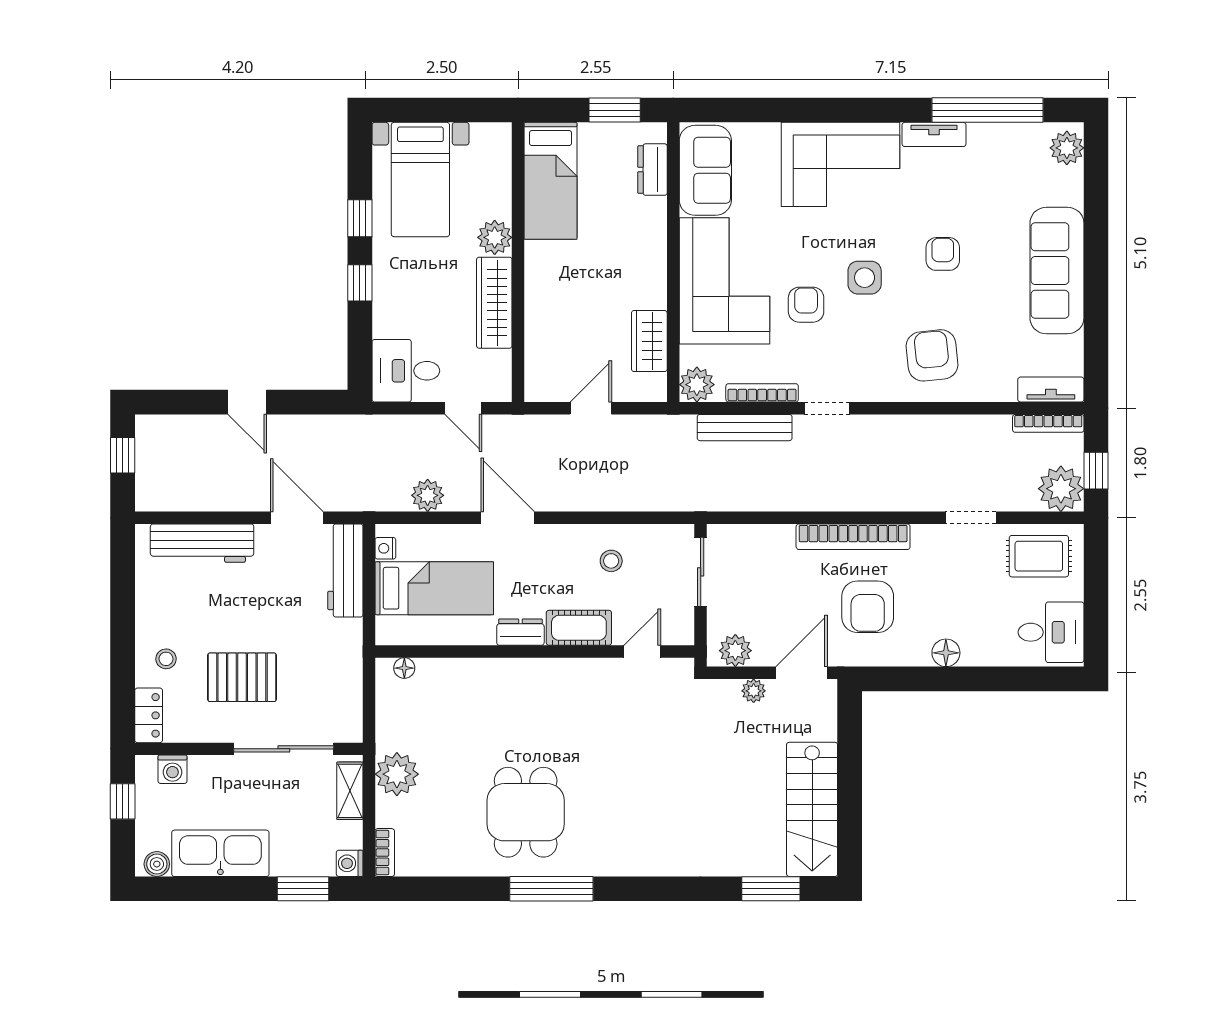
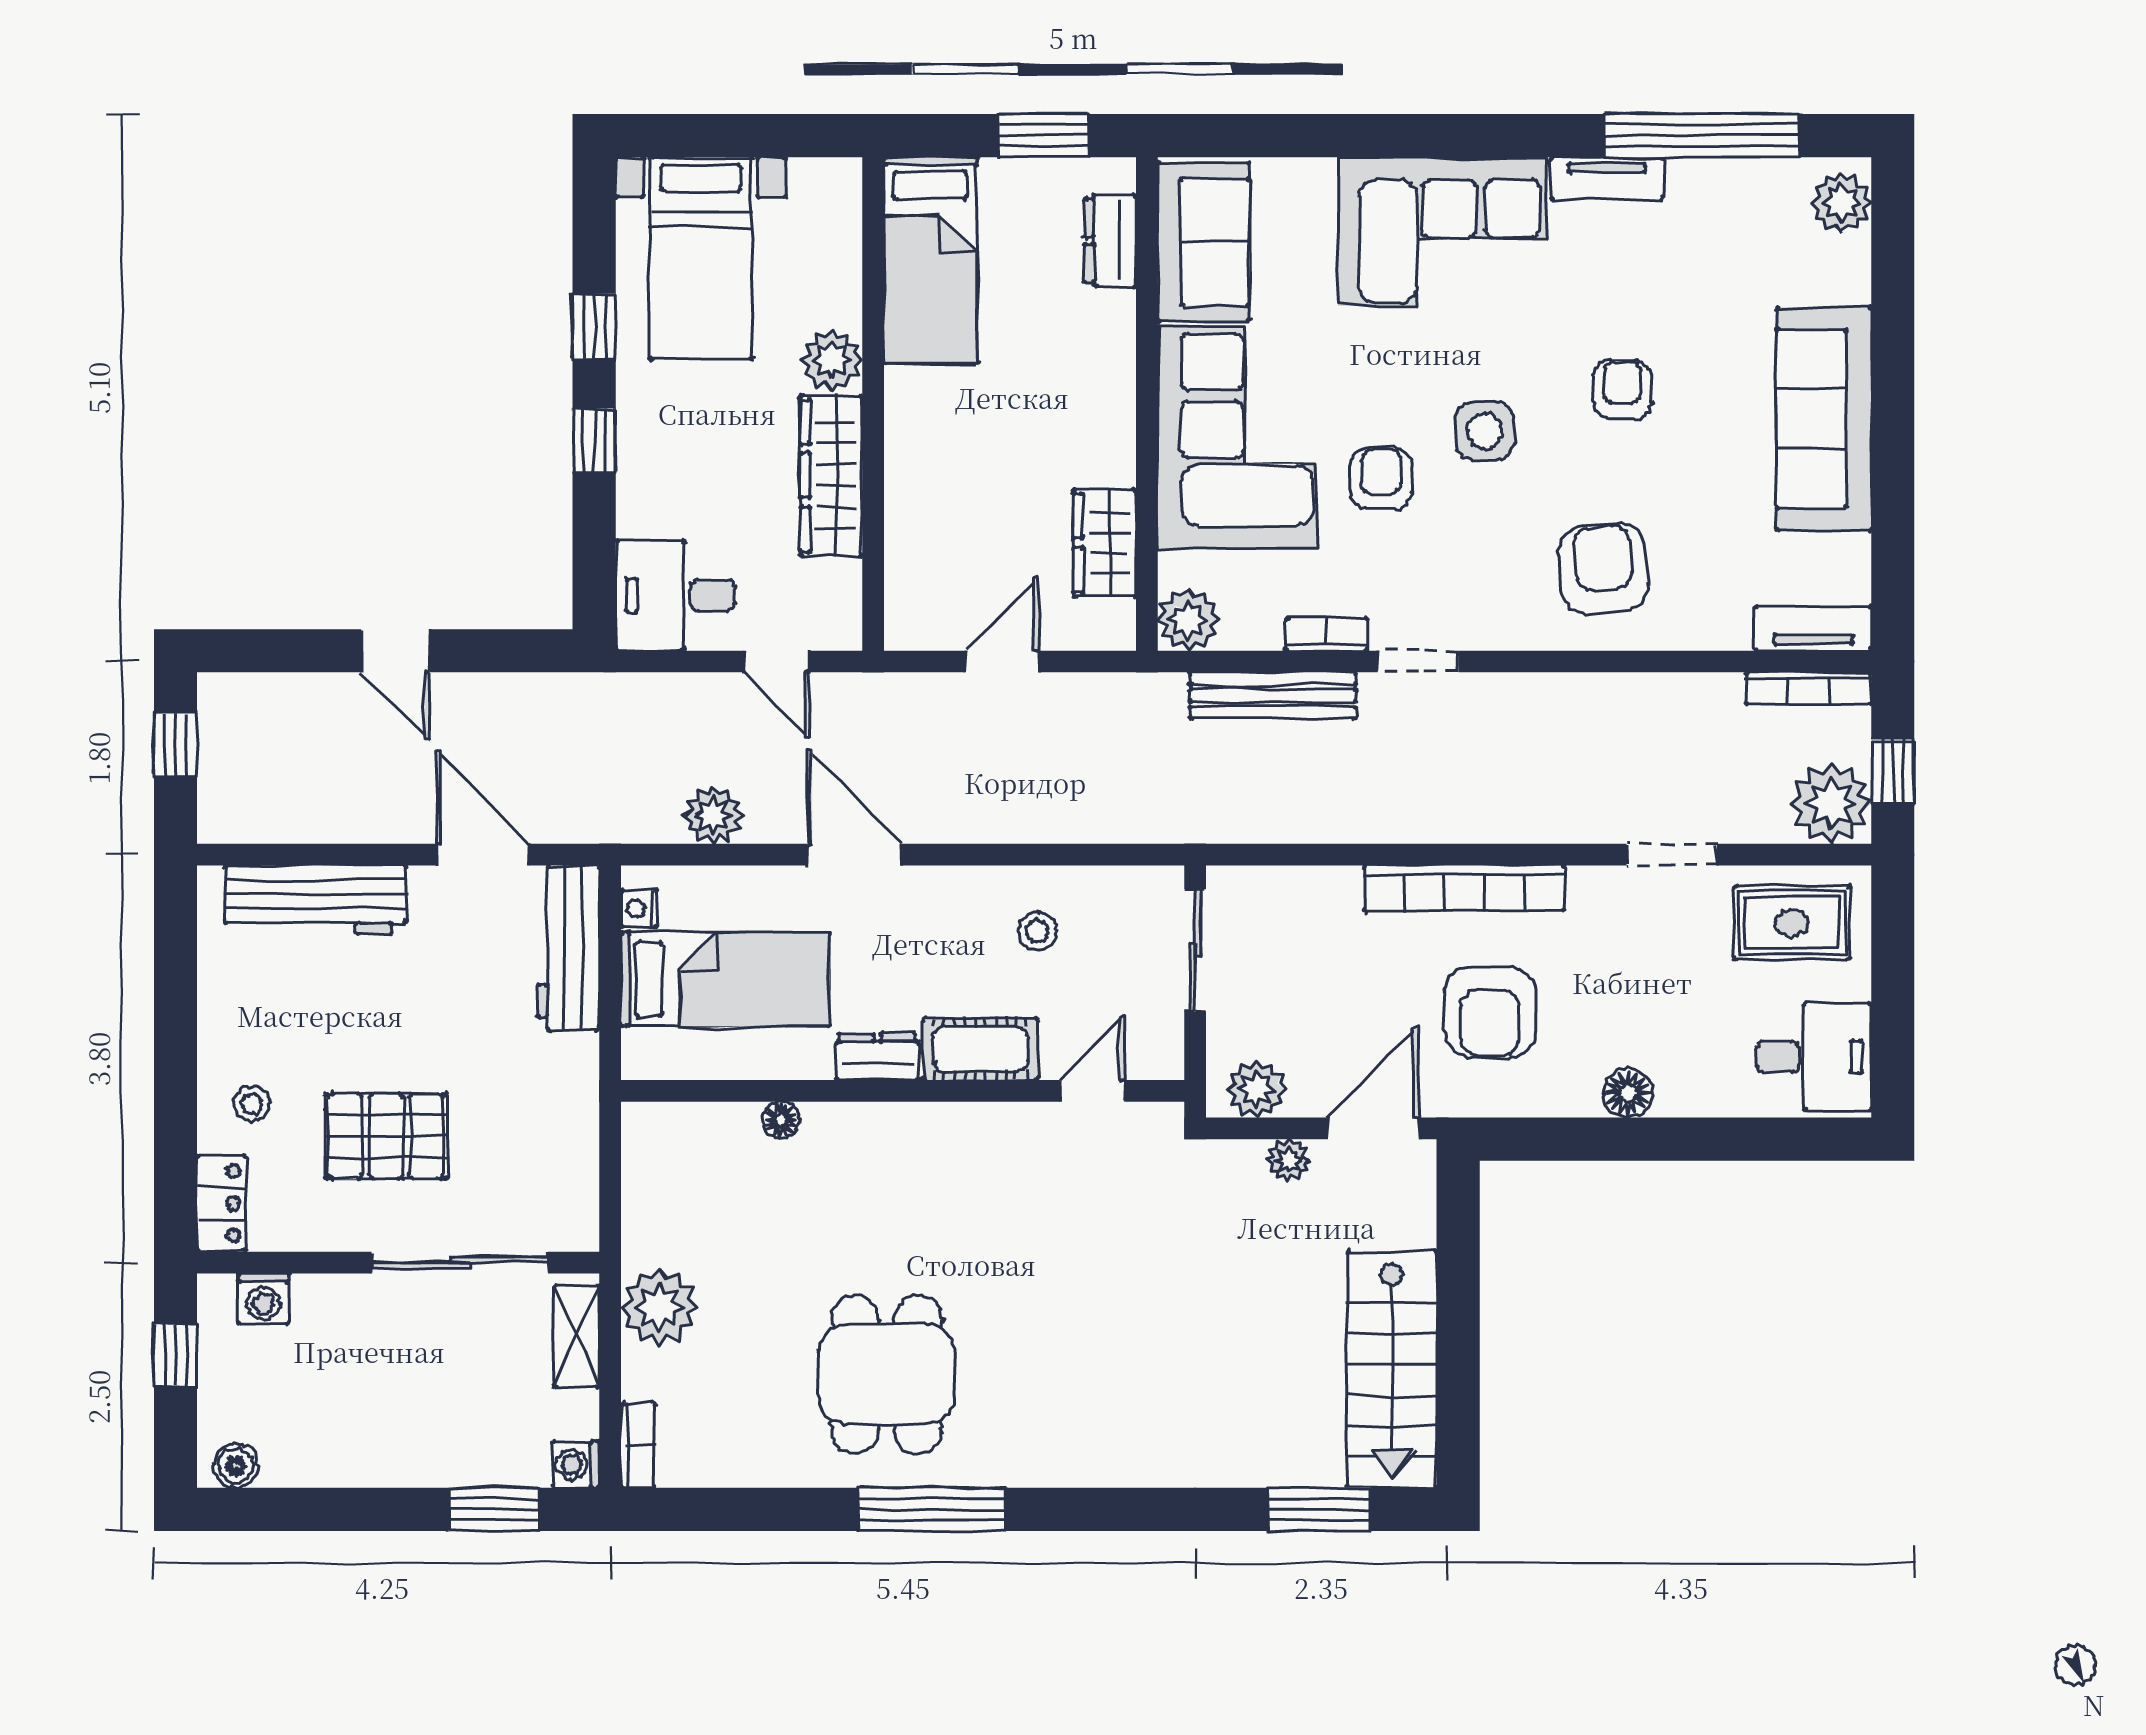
bookcase: (762, 393) -> (1327, 634), width x0.64
floor lamp: (404, 668) -> (781, 1120), moved
kitchen sink: (220, 853) -> (348, 1447), removed

